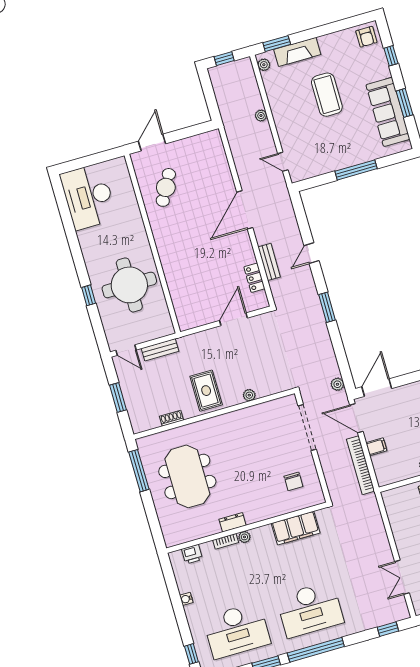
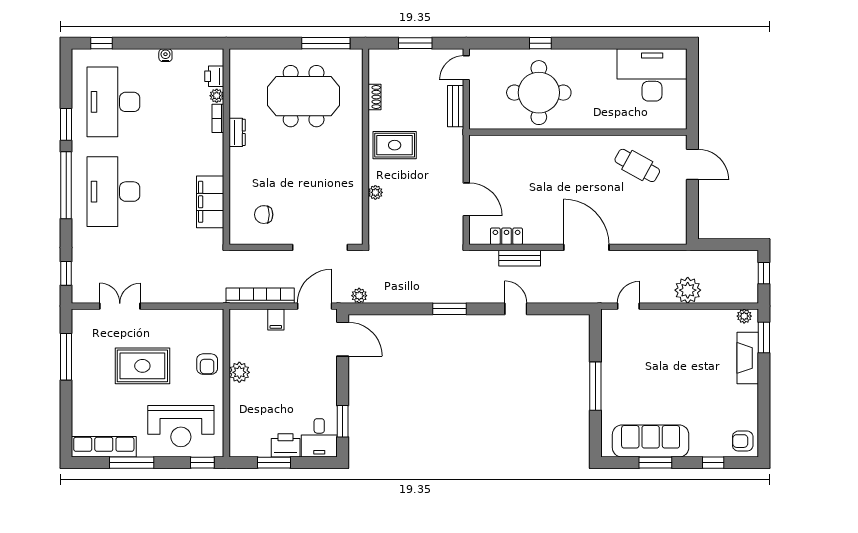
coffee table: (327, 95) -> (690, 378), removed
plant: (261, 116) -> (688, 290), width x1.88, depth x1.88
plant: (244, 537) -> (217, 96), moved

